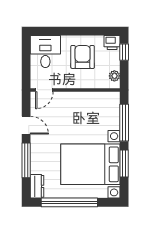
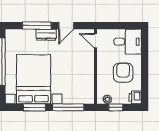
window: (124, 52) -> (116, 107), moved
armchair: (83, 57) -> (123, 73), turned -90
dresser: (37, 186) -> (46, 35), moved

